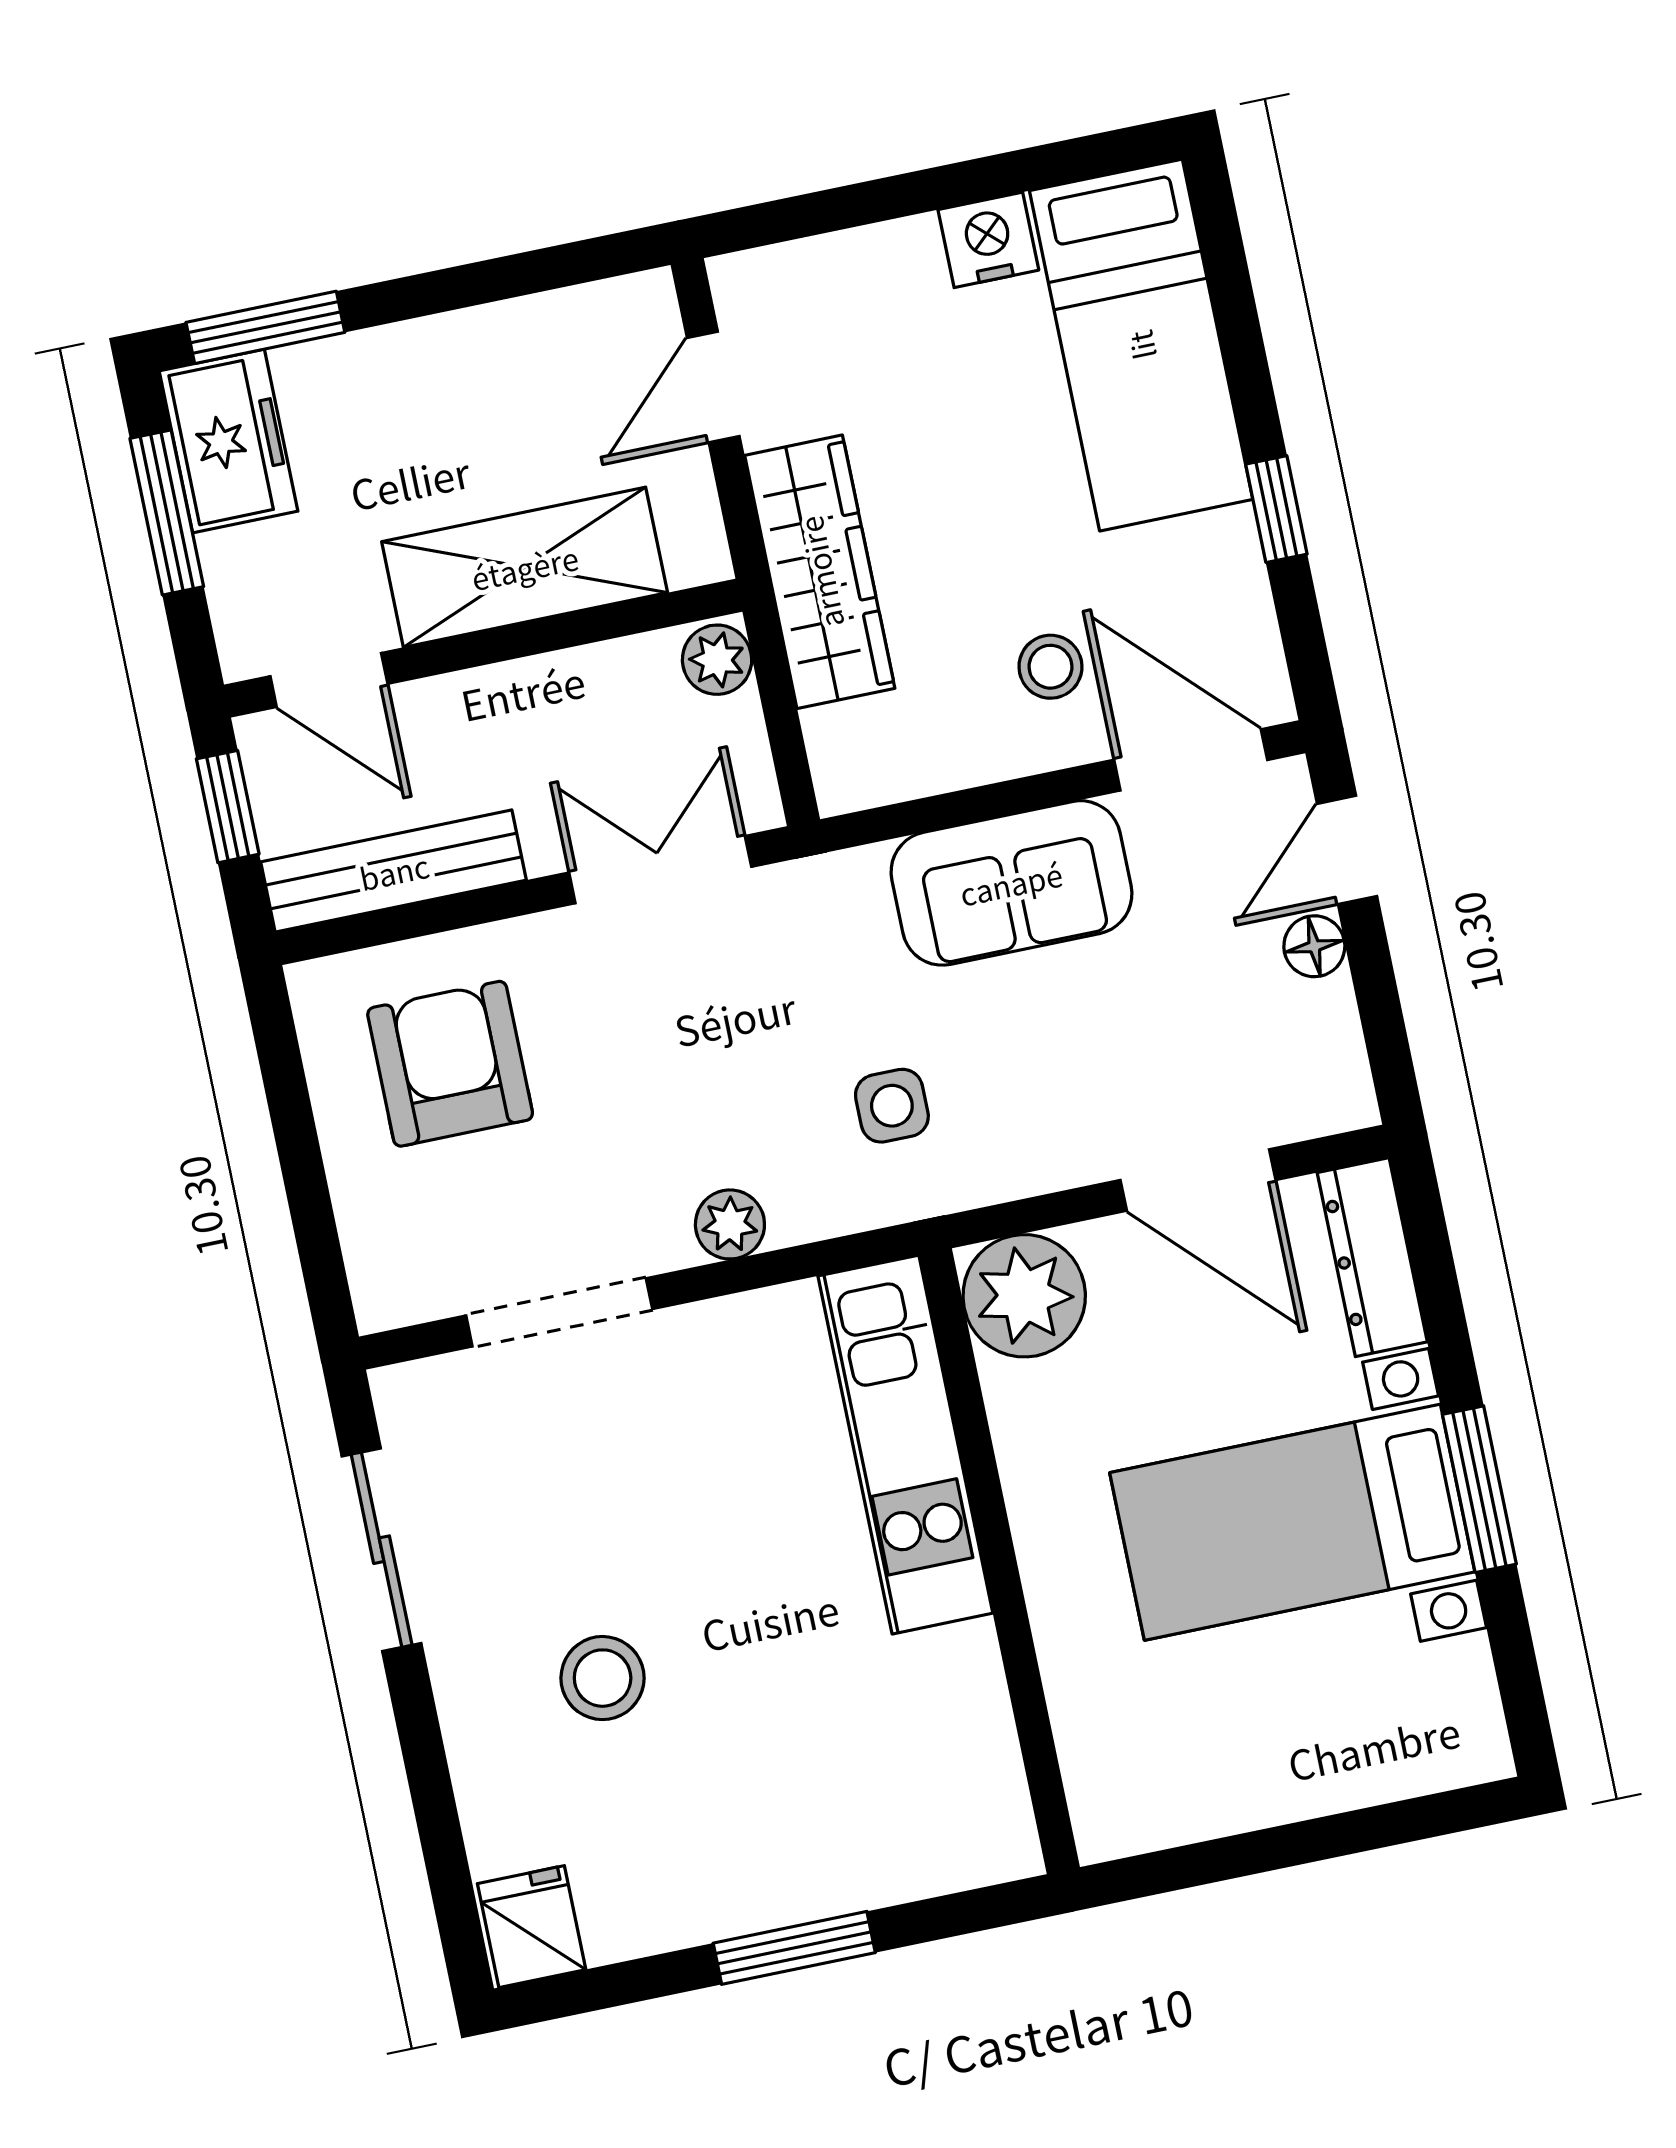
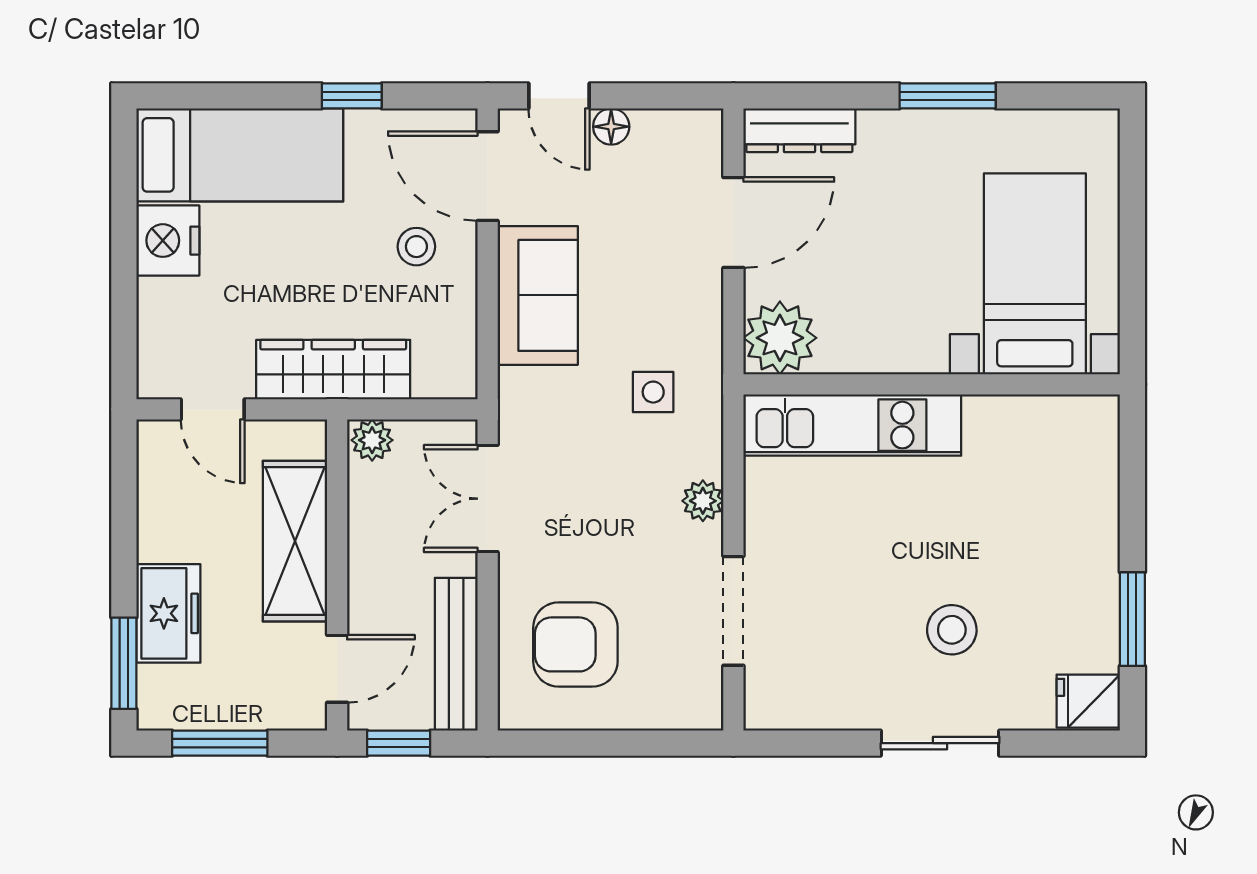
nightstand: (988, 240) -> (168, 241), width x1.36, depth x1.33
freezer: (228, 441) -> (168, 613), moved, turned 90
door: (1191, 760) -> (488, 176), hinge flipped
bed with nightstands: (1292, 1522) -> (1035, 274), moved, turned 180
sliding door: (382, 1550) -> (940, 743), moved
window: (794, 1948) -> (1132, 619), moved

